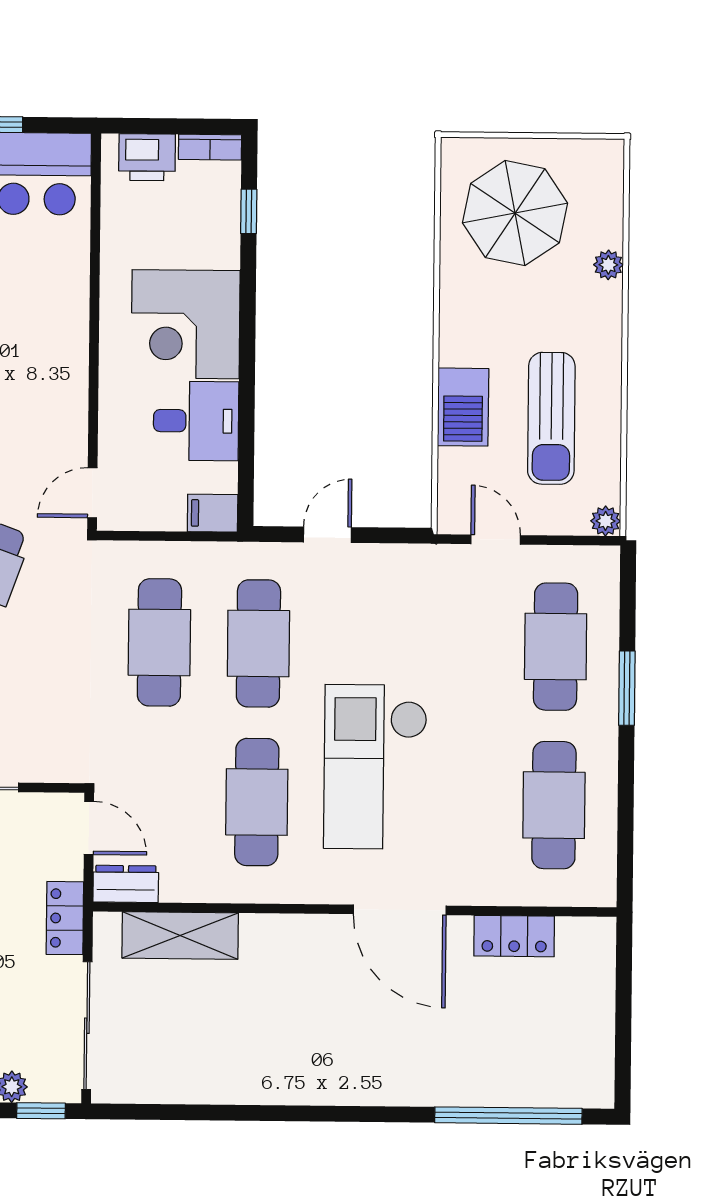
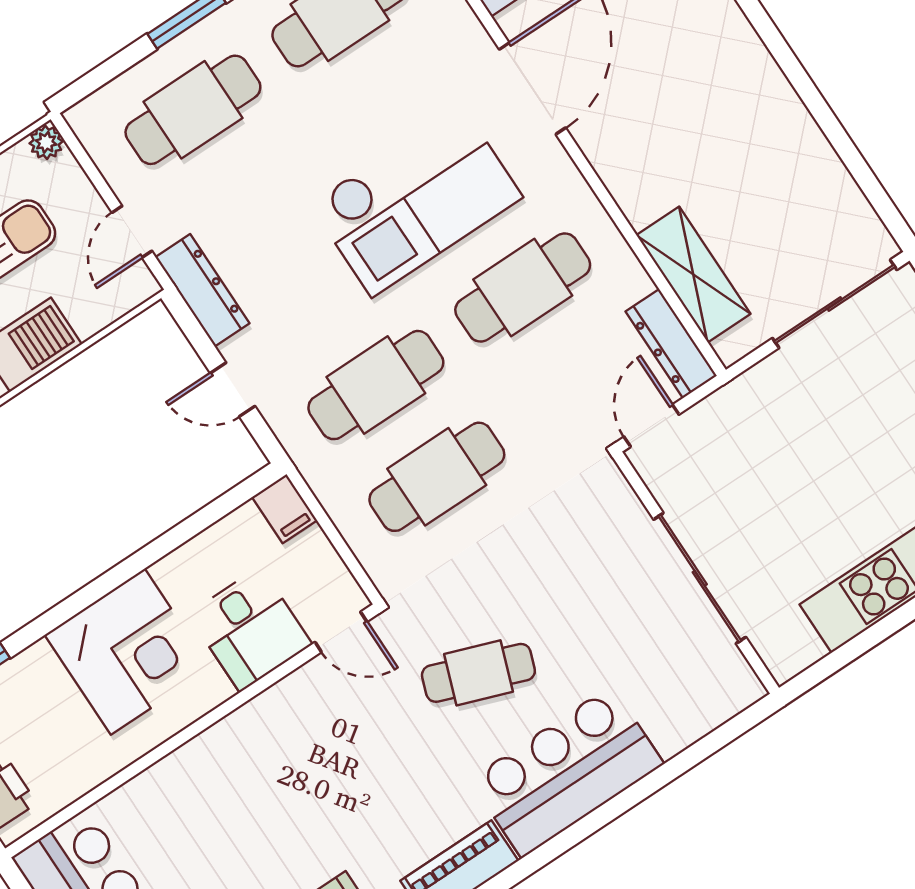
desk: (196, 421) -> (250, 629), moved, turned 180
dresser: (417, 562) -> (202, 290), added
dresser: (126, 884) -> (671, 344), width x1.44
locker: (65, 918) -> (749, 391), removed

